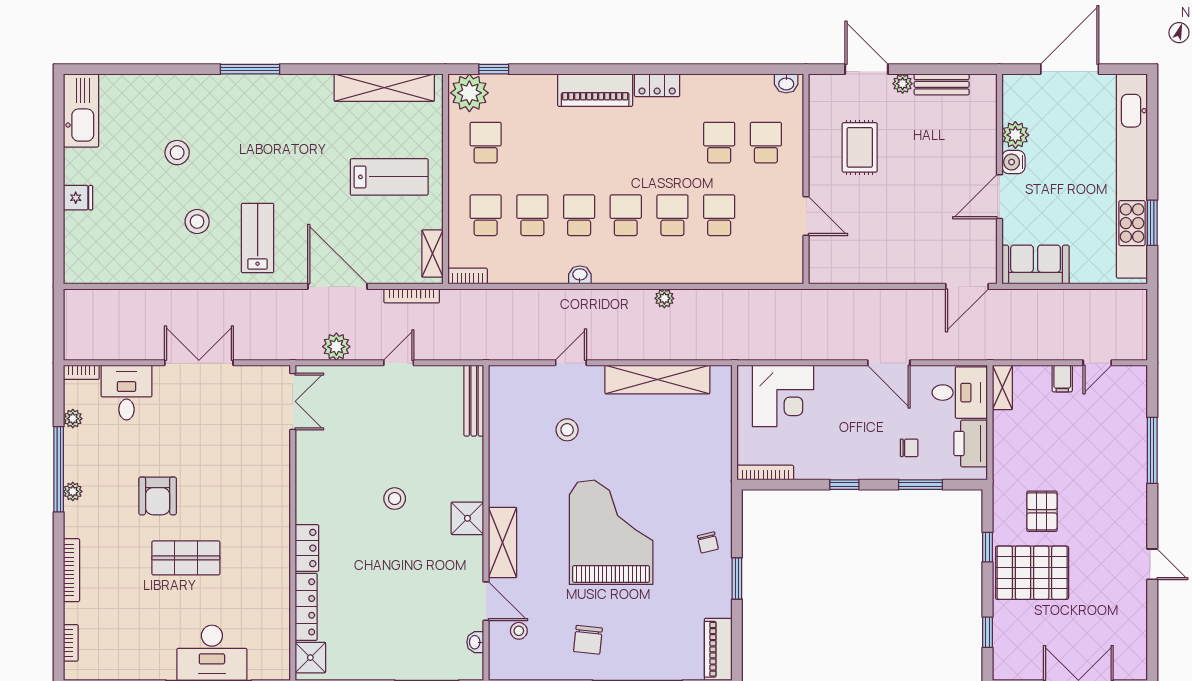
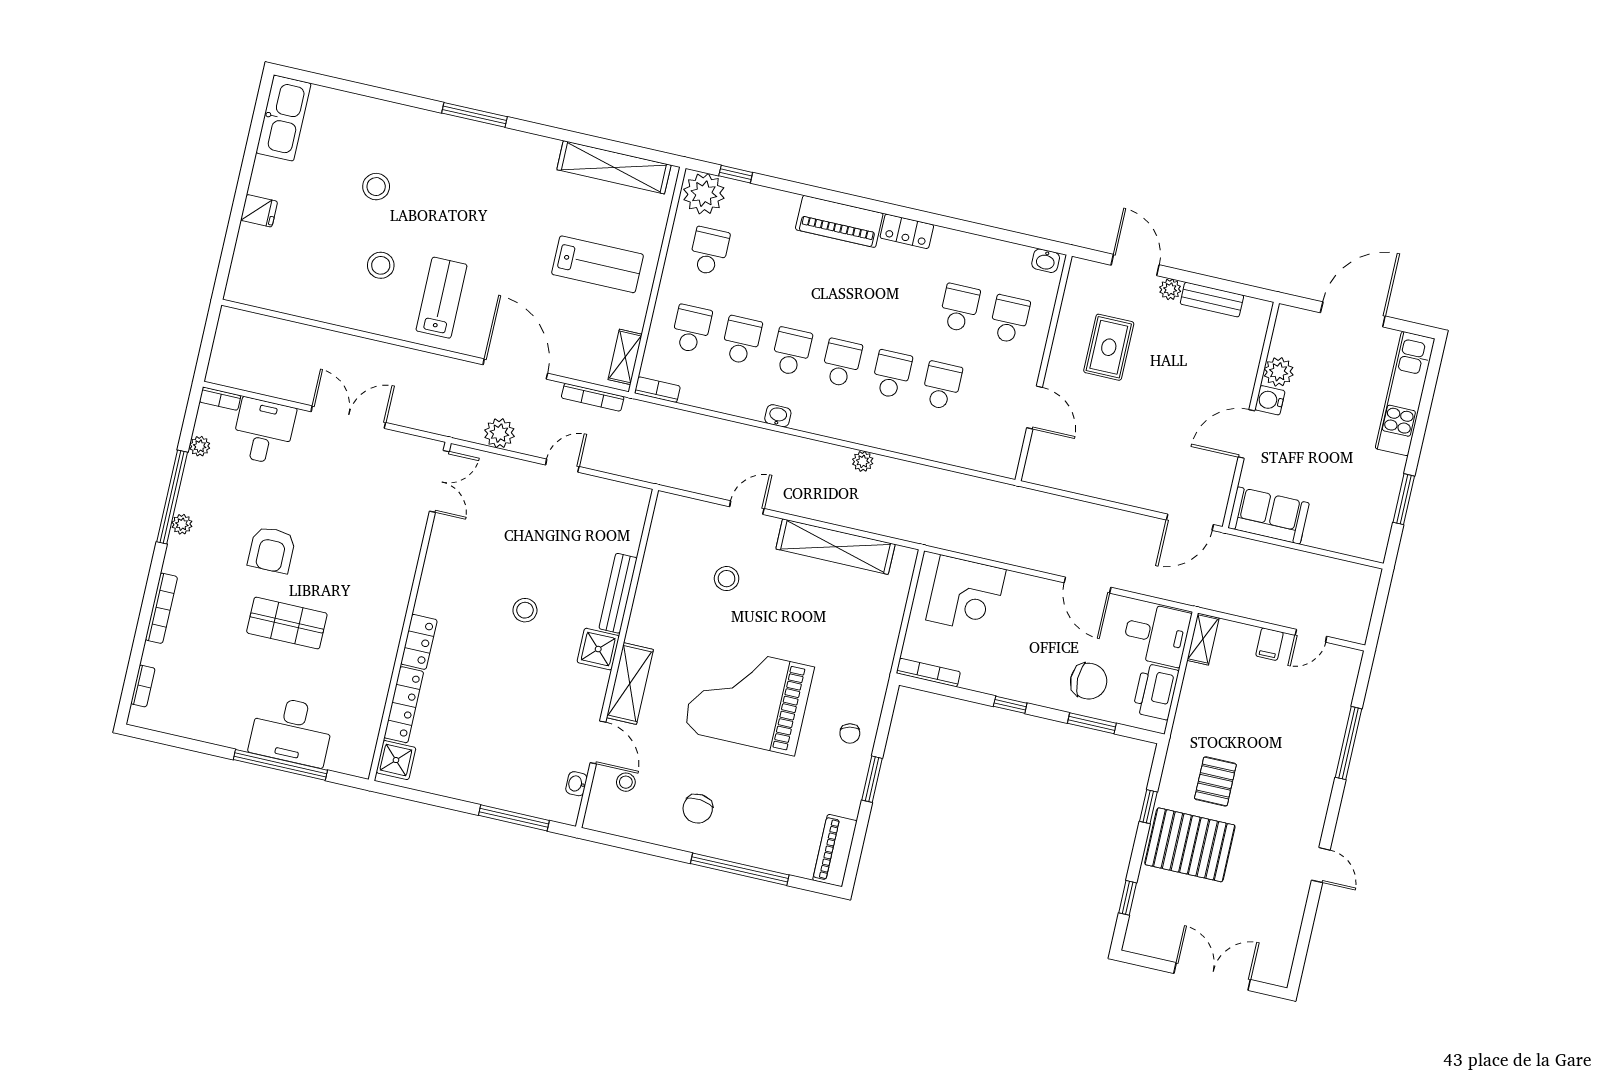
kitchen unit: (1132, 176) -> (1405, 394), width x0.54
bench: (474, 401) -> (618, 593), moved
chair: (909, 448) -> (1089, 681), width x1.87, depth x1.87
grand piano: (611, 532) -> (749, 699), turned -90

